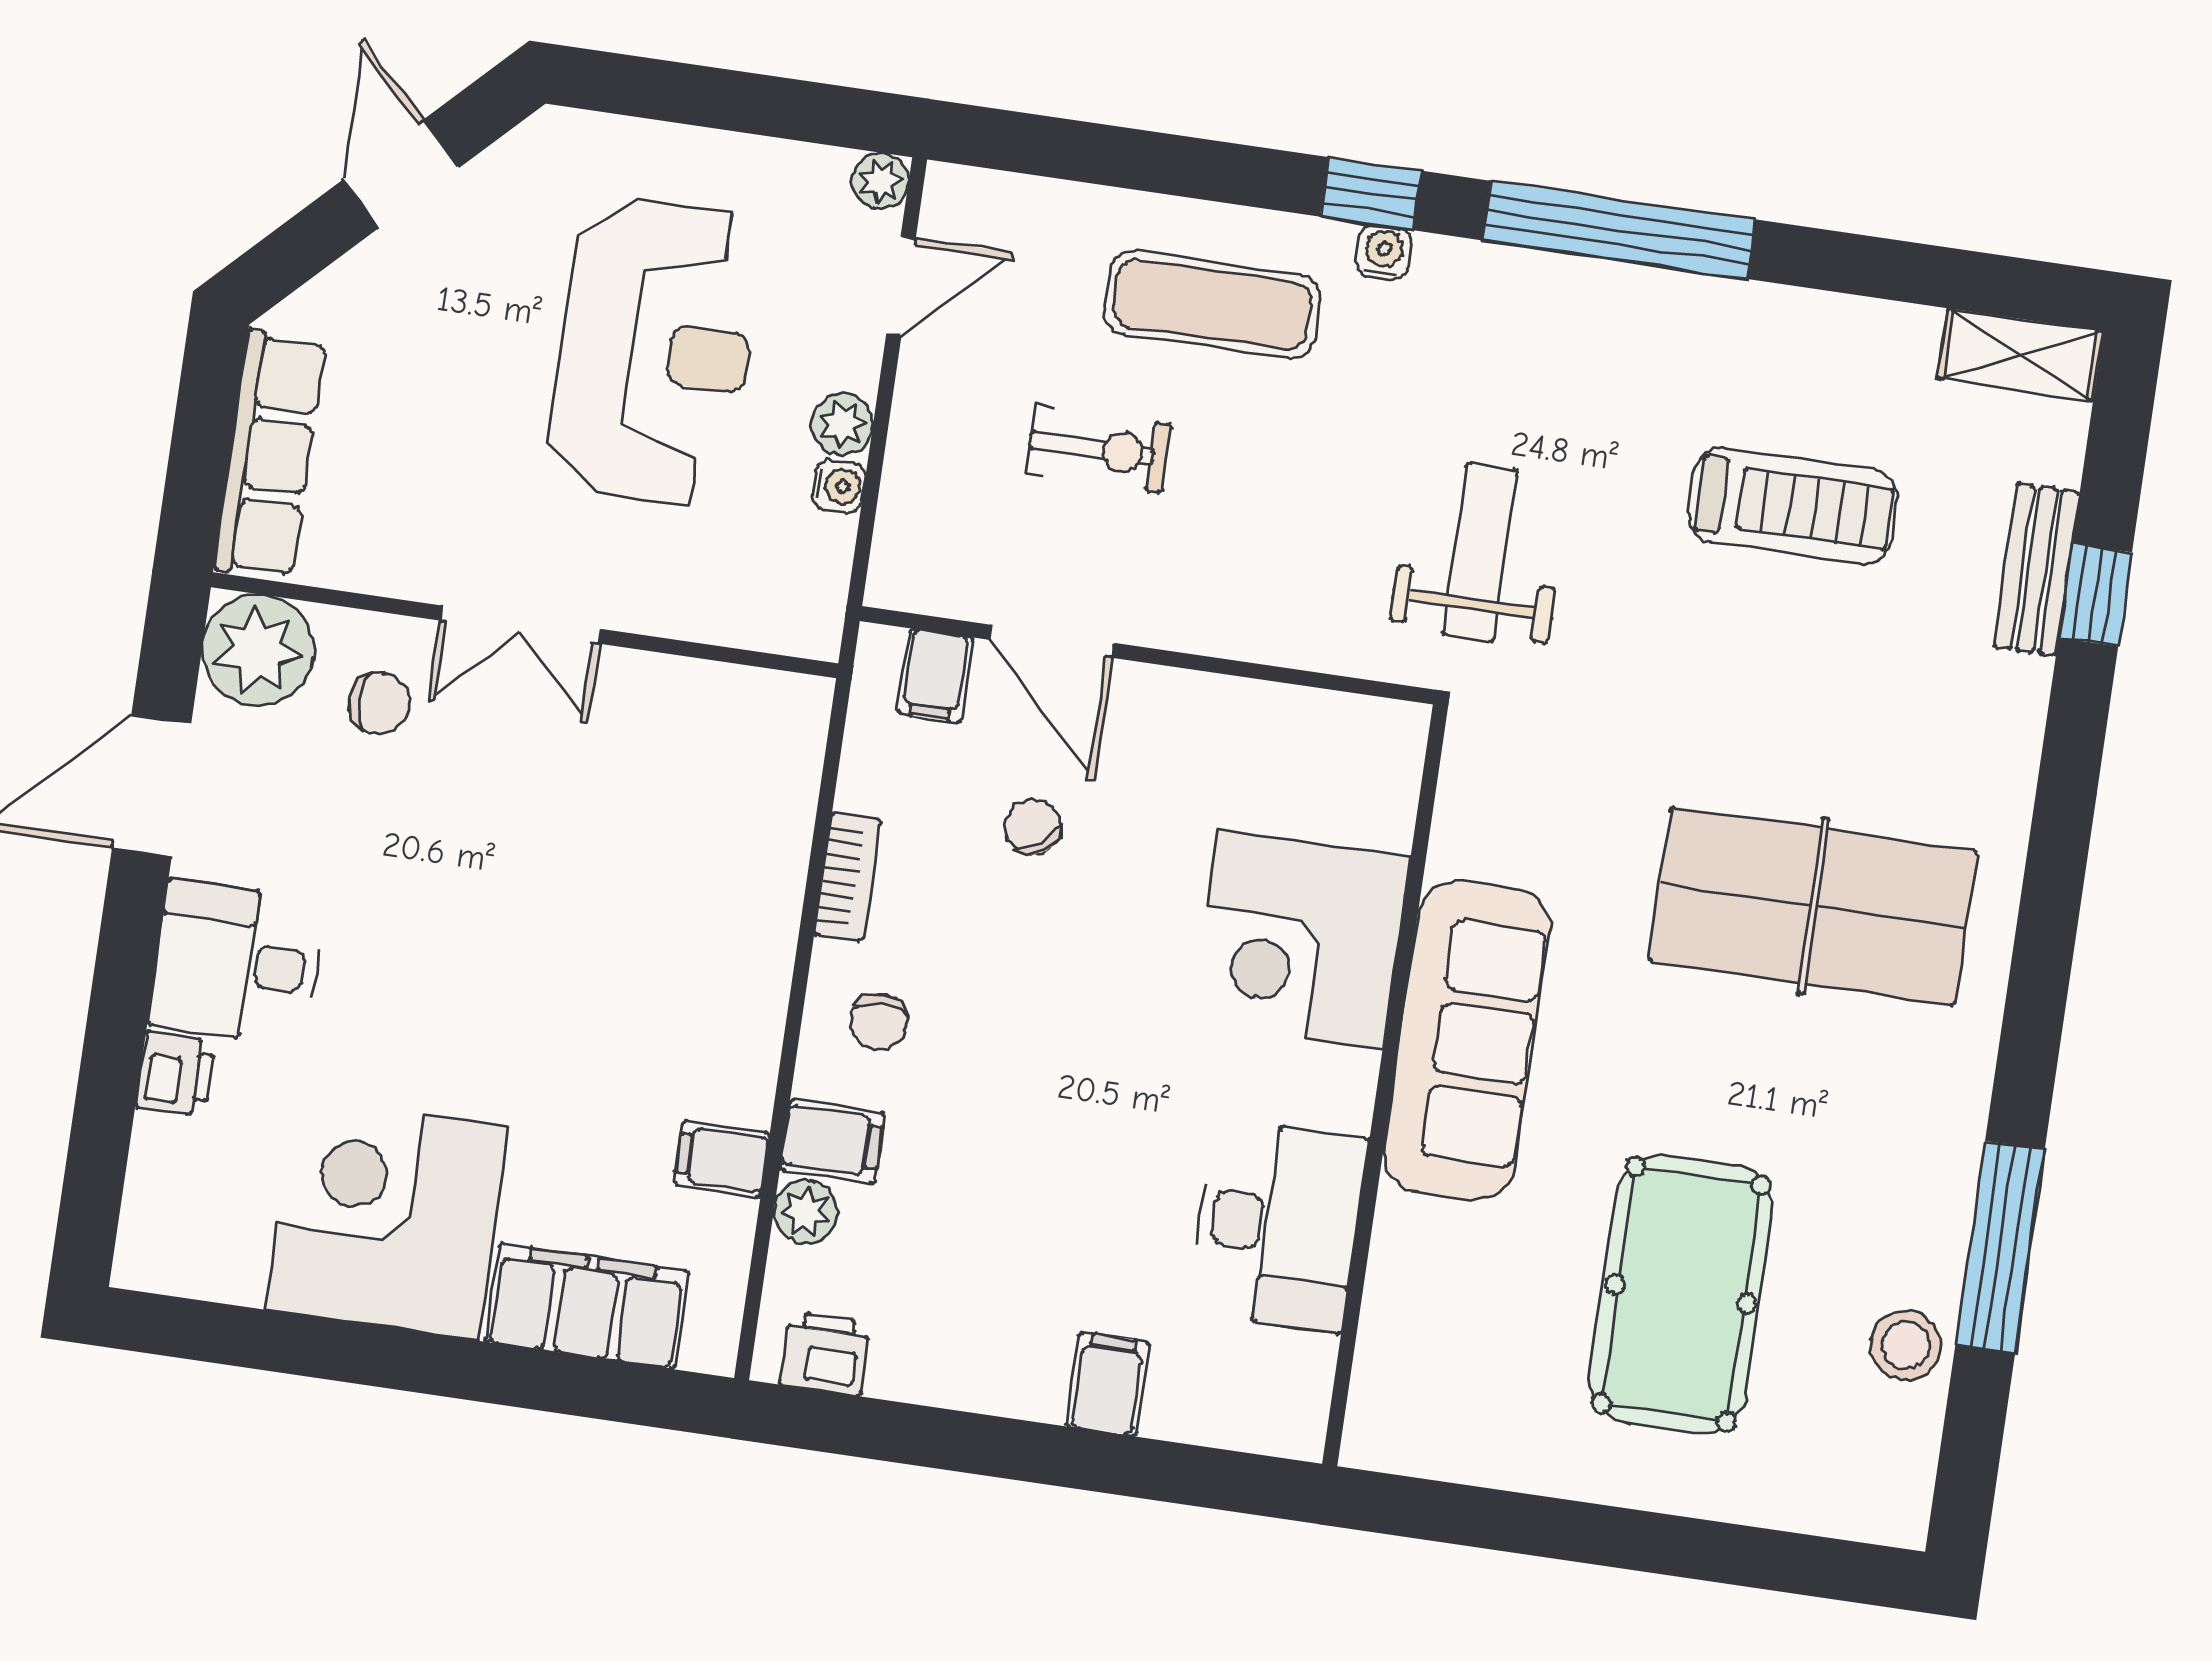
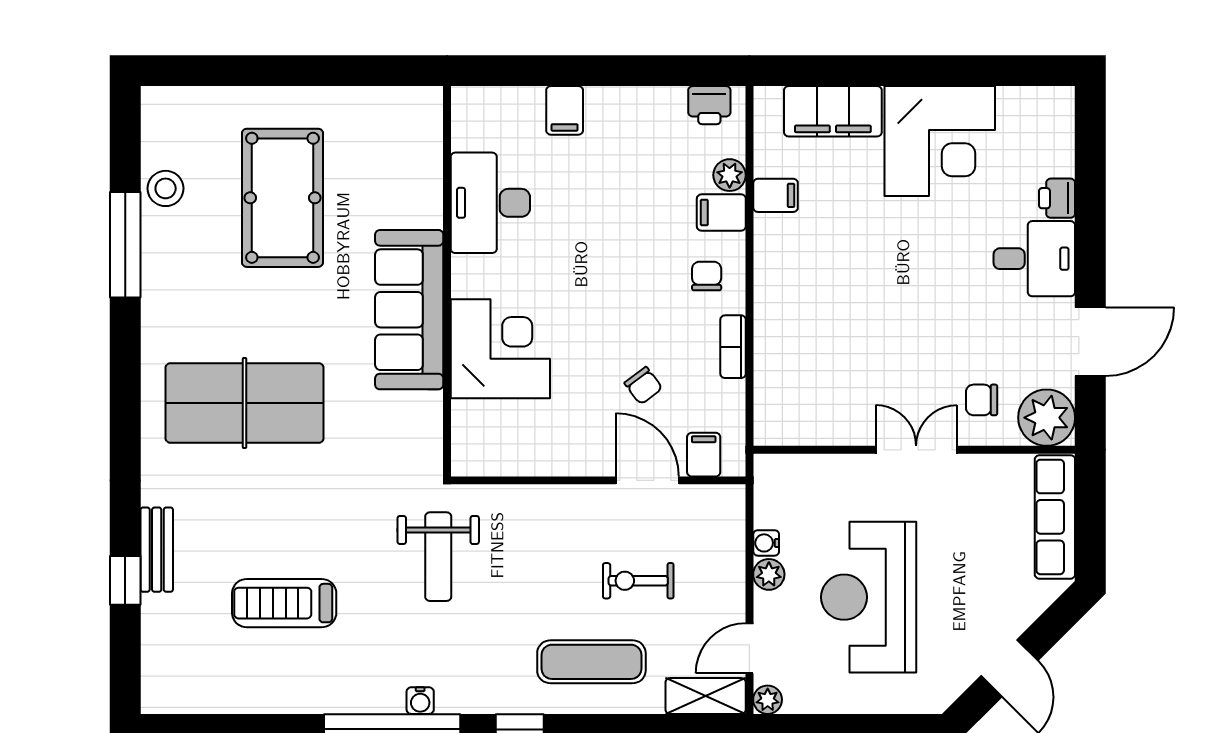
water cooler: (1384, 253) -> (420, 701), moved
shelving: (2020, 355) -> (706, 696), moved
bench: (2036, 570) -> (157, 550), moved

